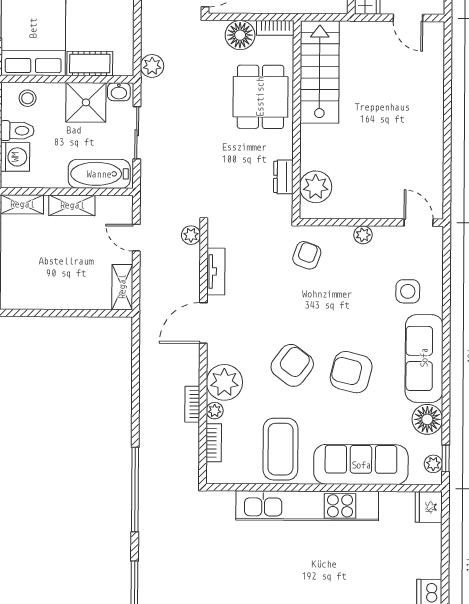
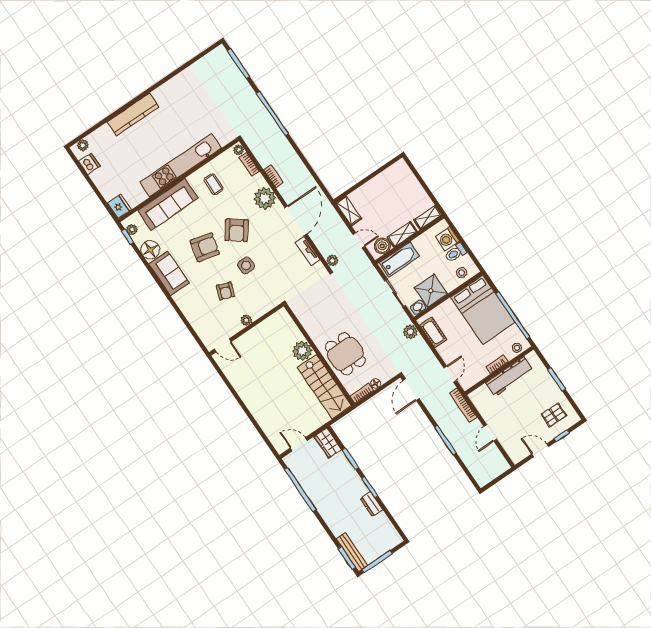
floor lamp: (240, 35) -> (376, 383), width x0.53, depth x0.53
cot: (90, 63) -> (433, 332), moved, turned 90
dresser: (283, 177) -> (306, 322), removed
plant: (316, 187) -> (302, 351), moved
boiler: (110, 208) -> (382, 246), added
armchair: (307, 255) -> (225, 291), moved
side table: (408, 291) -> (246, 265), moved
door: (203, 323) -> (296, 221), width x1.36
sofa: (424, 358) -> (169, 273), width x0.73
plant: (215, 411) -> (239, 150), moved
coffee table: (281, 449) -> (214, 184), width x0.54, depth x0.58

